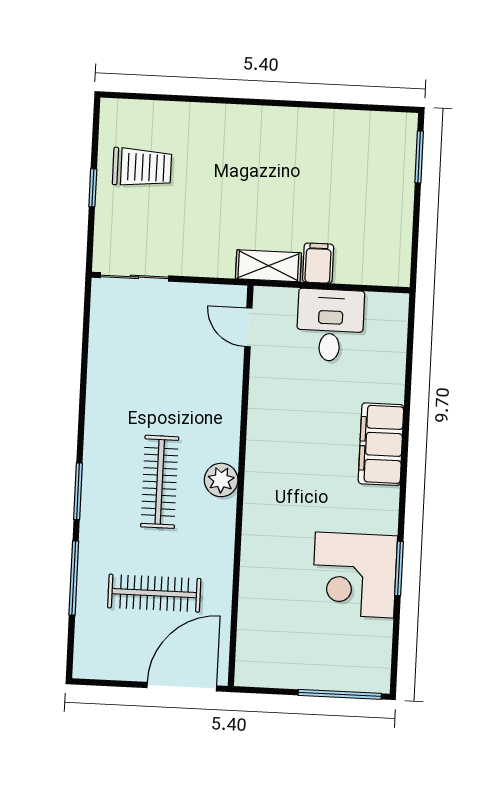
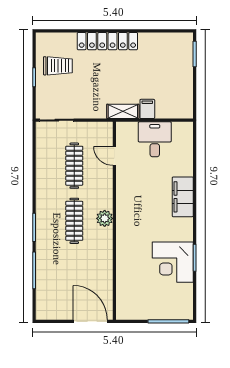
locker: (244, 122) -> (107, 41), added
door: (248, 327) -> (114, 156), moved
clothes rail: (154, 593) -> (74, 166), moved, turned 90
door: (182, 687) -> (90, 321), hinge flipped

